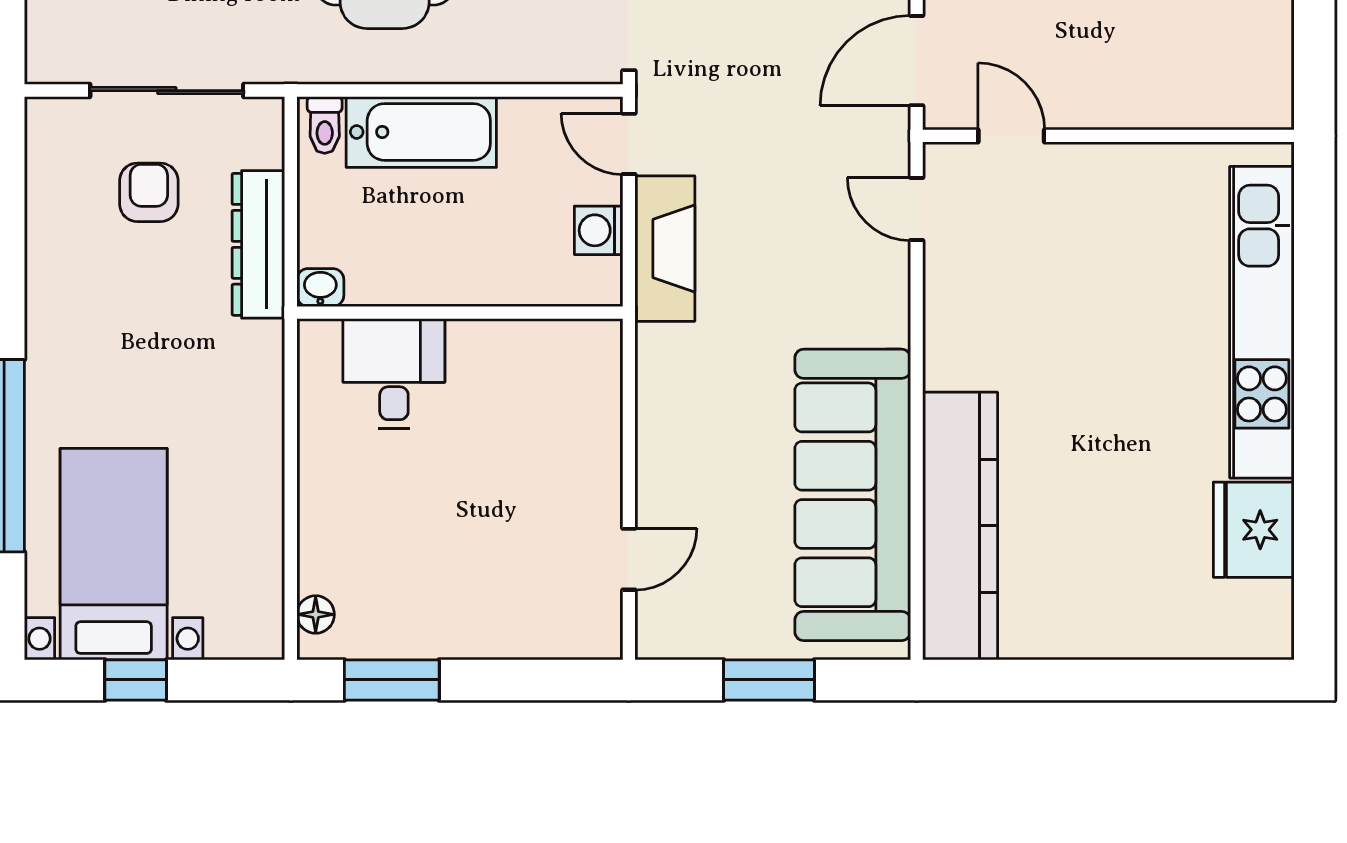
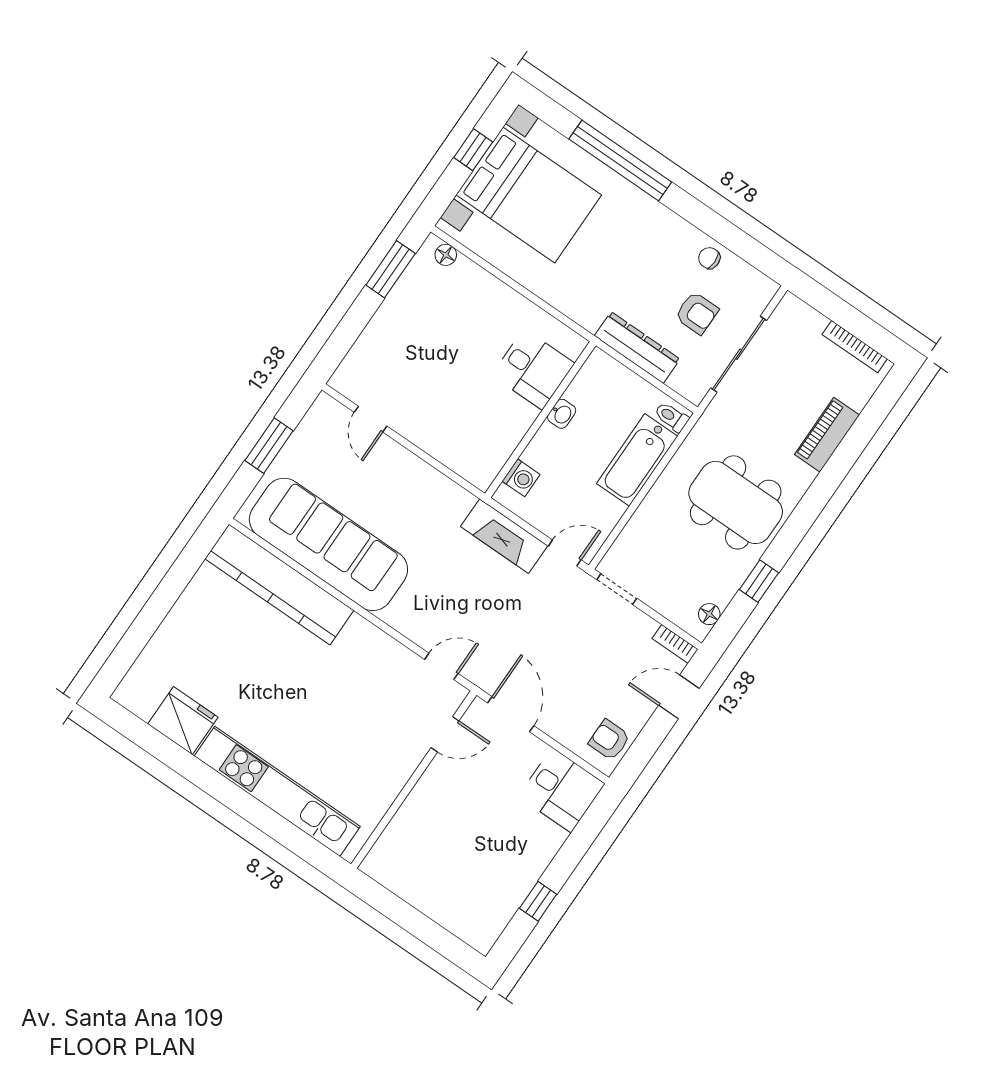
chair: (57, 229) -> (709, 258), added
washing machine: (599, 230) -> (521, 478), moved, turned 90
washbasin: (320, 288) -> (562, 414), moved
bed with nightstands: (114, 554) -> (529, 195), width x1.36

